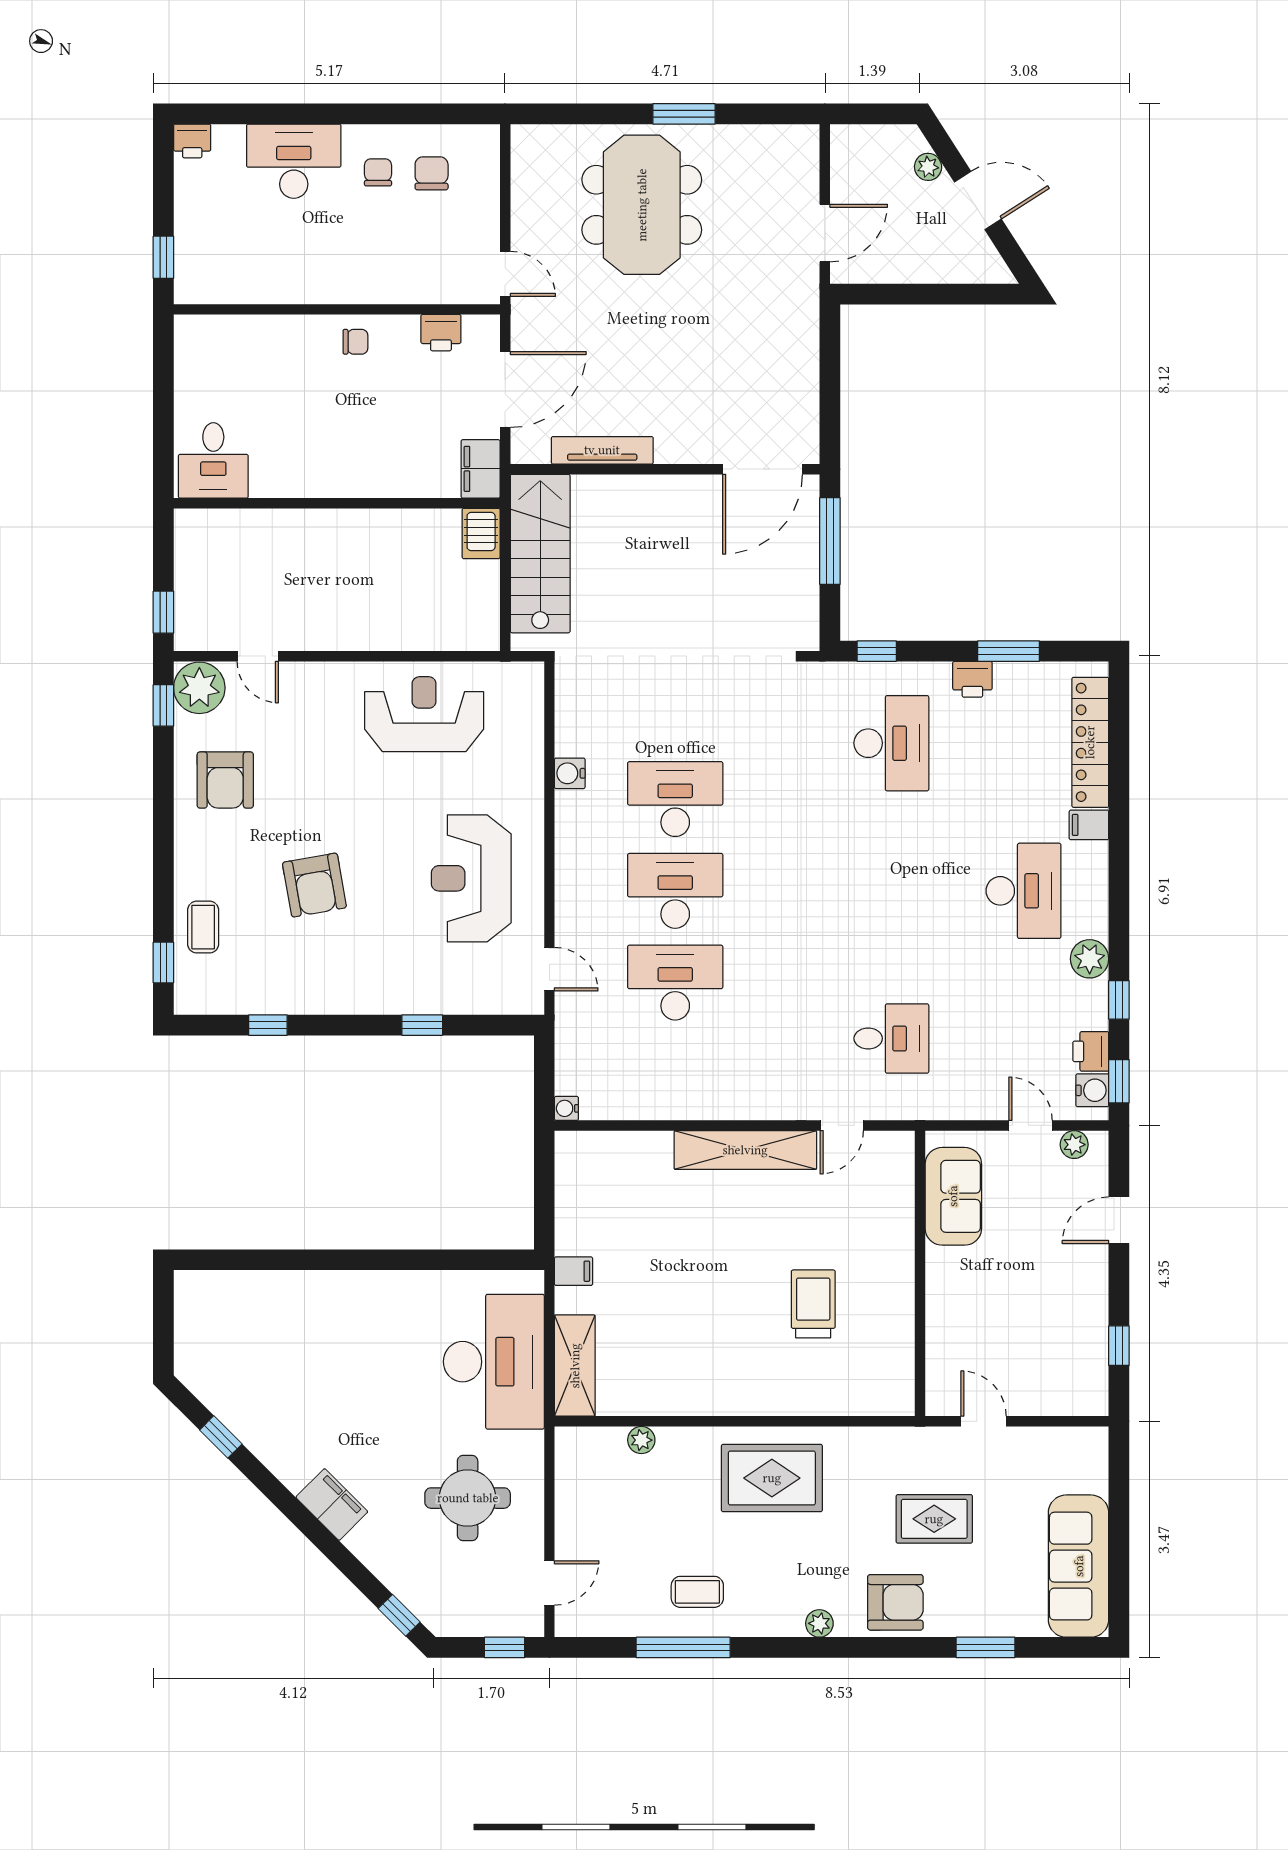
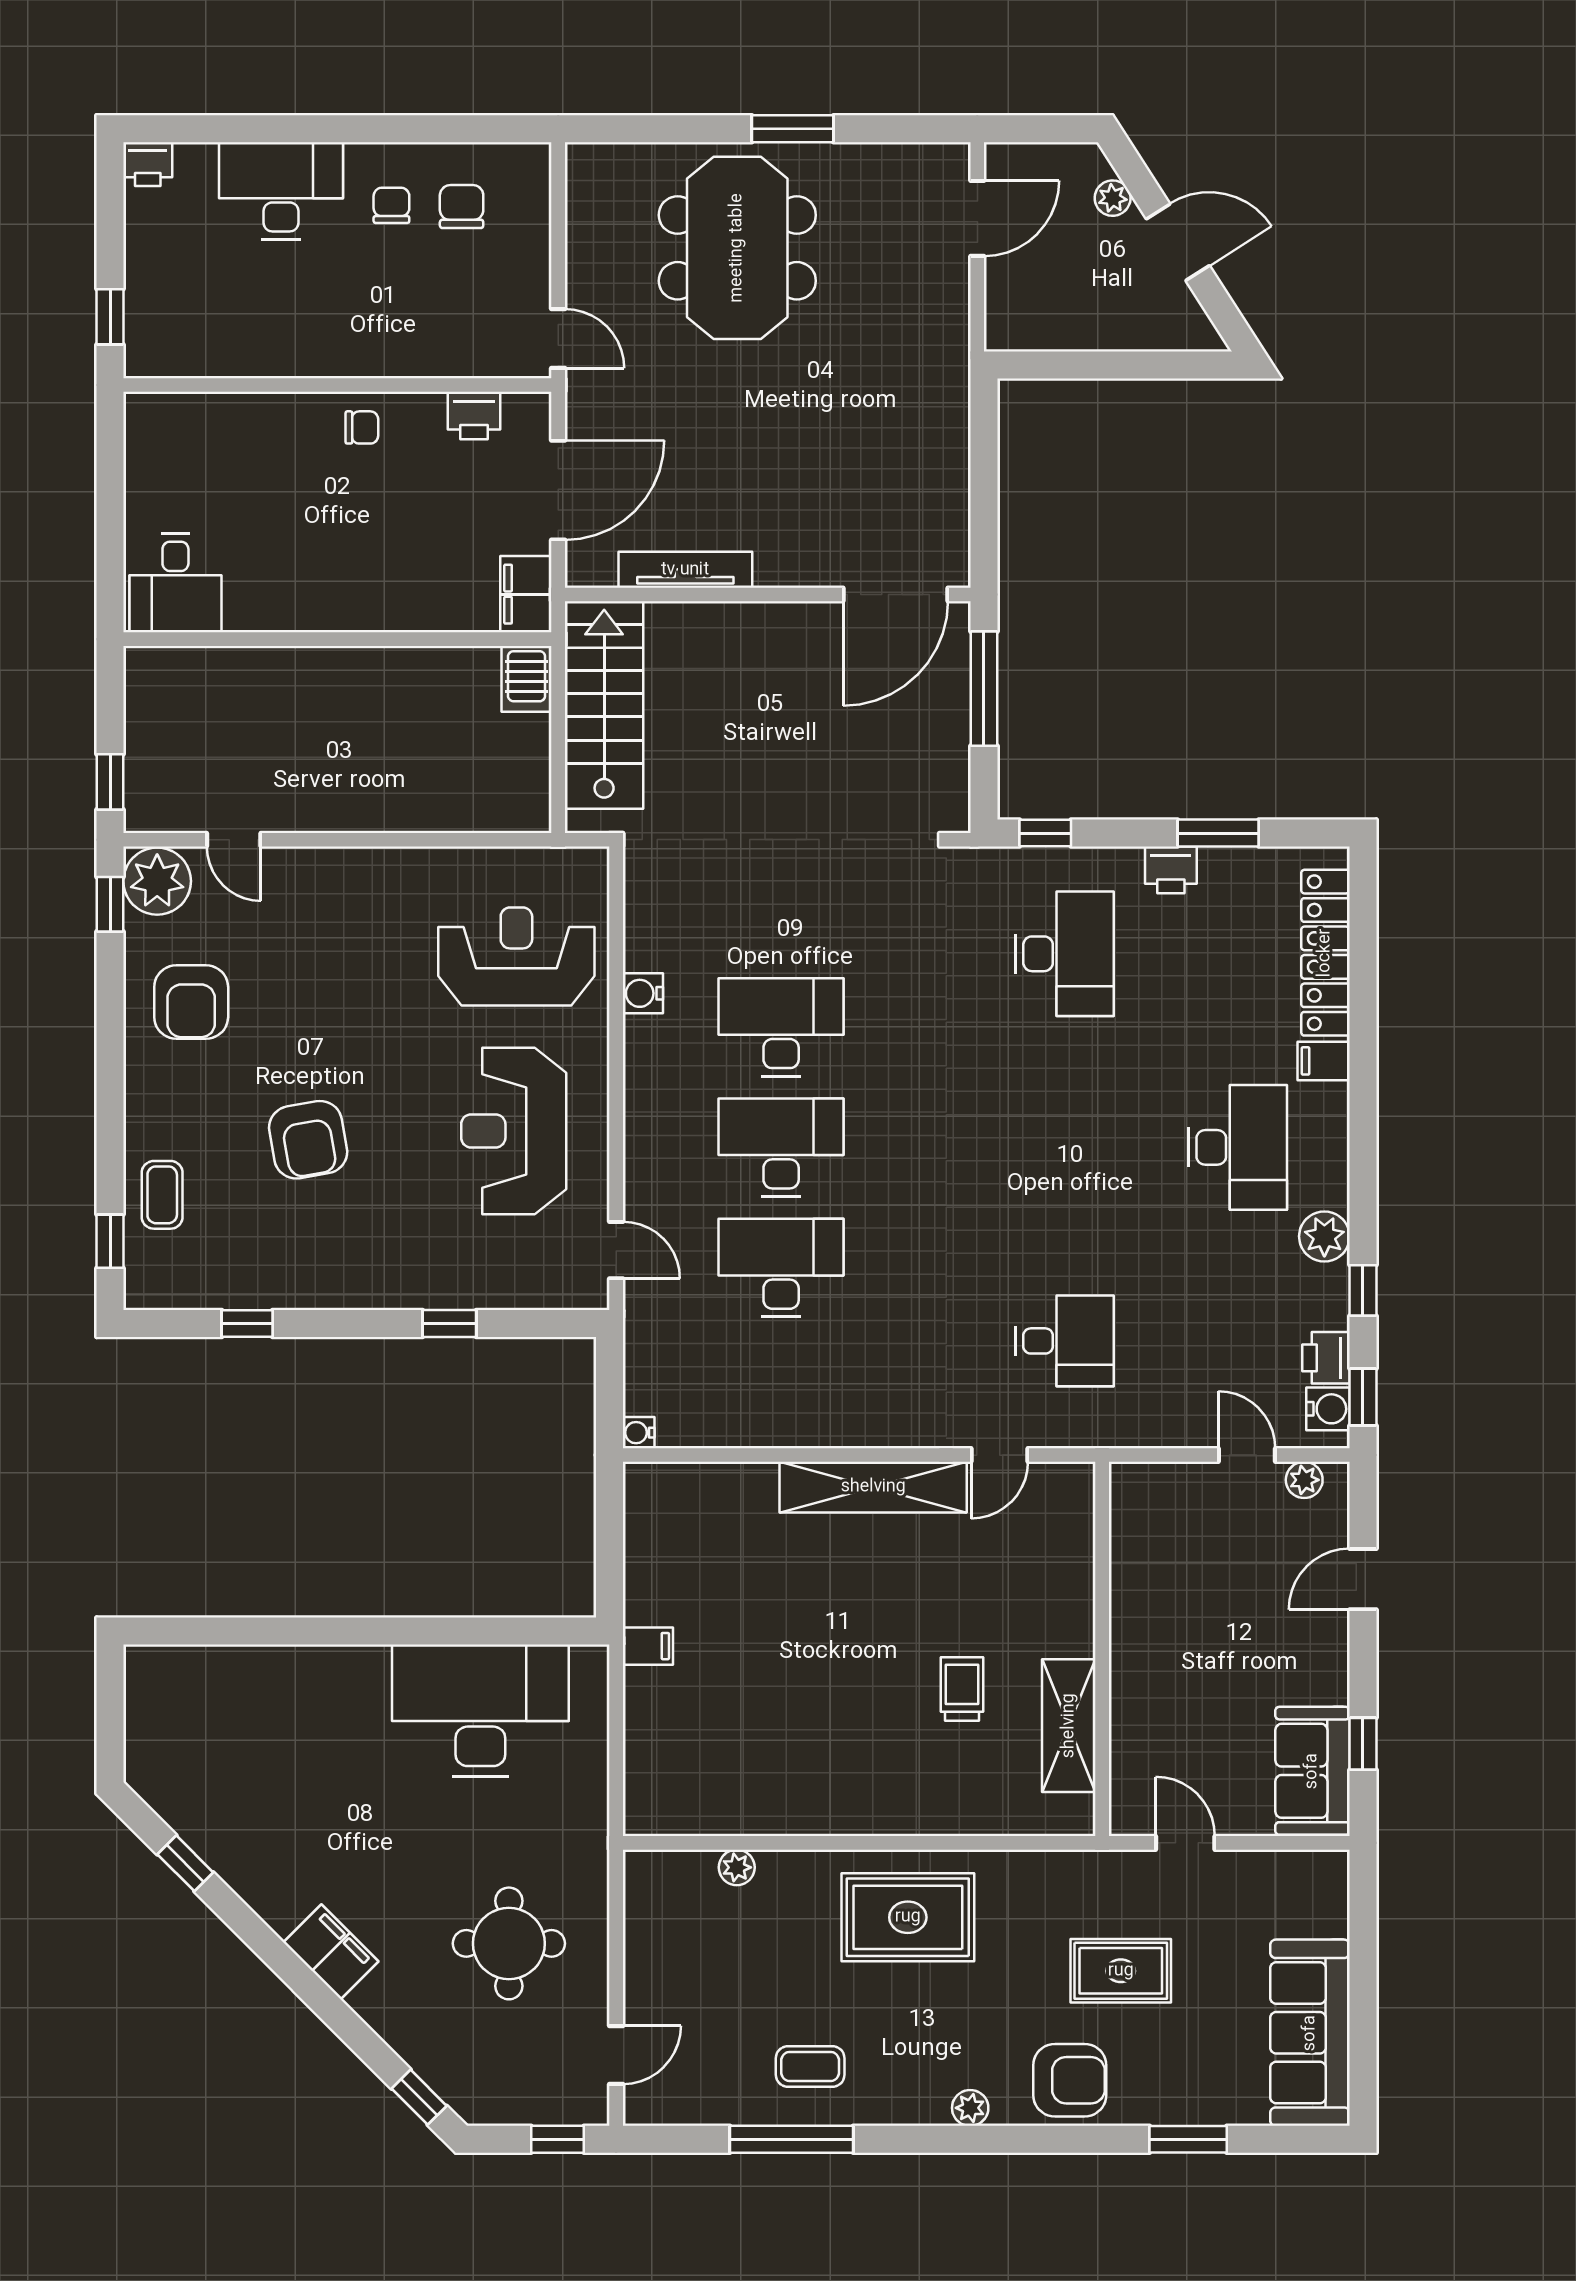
door: (825, 233) -> (977, 218), moved
reception desk: (424, 714) -> (516, 956), moved
sofa: (953, 1196) -> (1312, 1771), moved, turned 180
trolley: (813, 1304) -> (962, 1689), width x0.73, depth x0.72
desk: (494, 1362) -> (480, 1711), moved, turned -90
shelving: (575, 1366) -> (1069, 1726), moved

